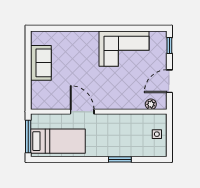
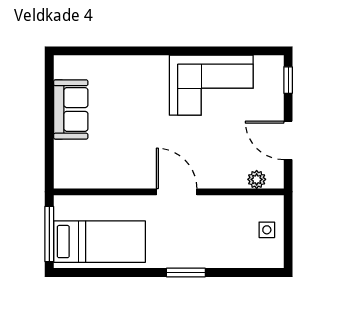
door: (169, 81) -> (288, 140), hinge flipped
door: (82, 112) -> (177, 192), moved
window: (120, 159) -> (186, 272), moved

